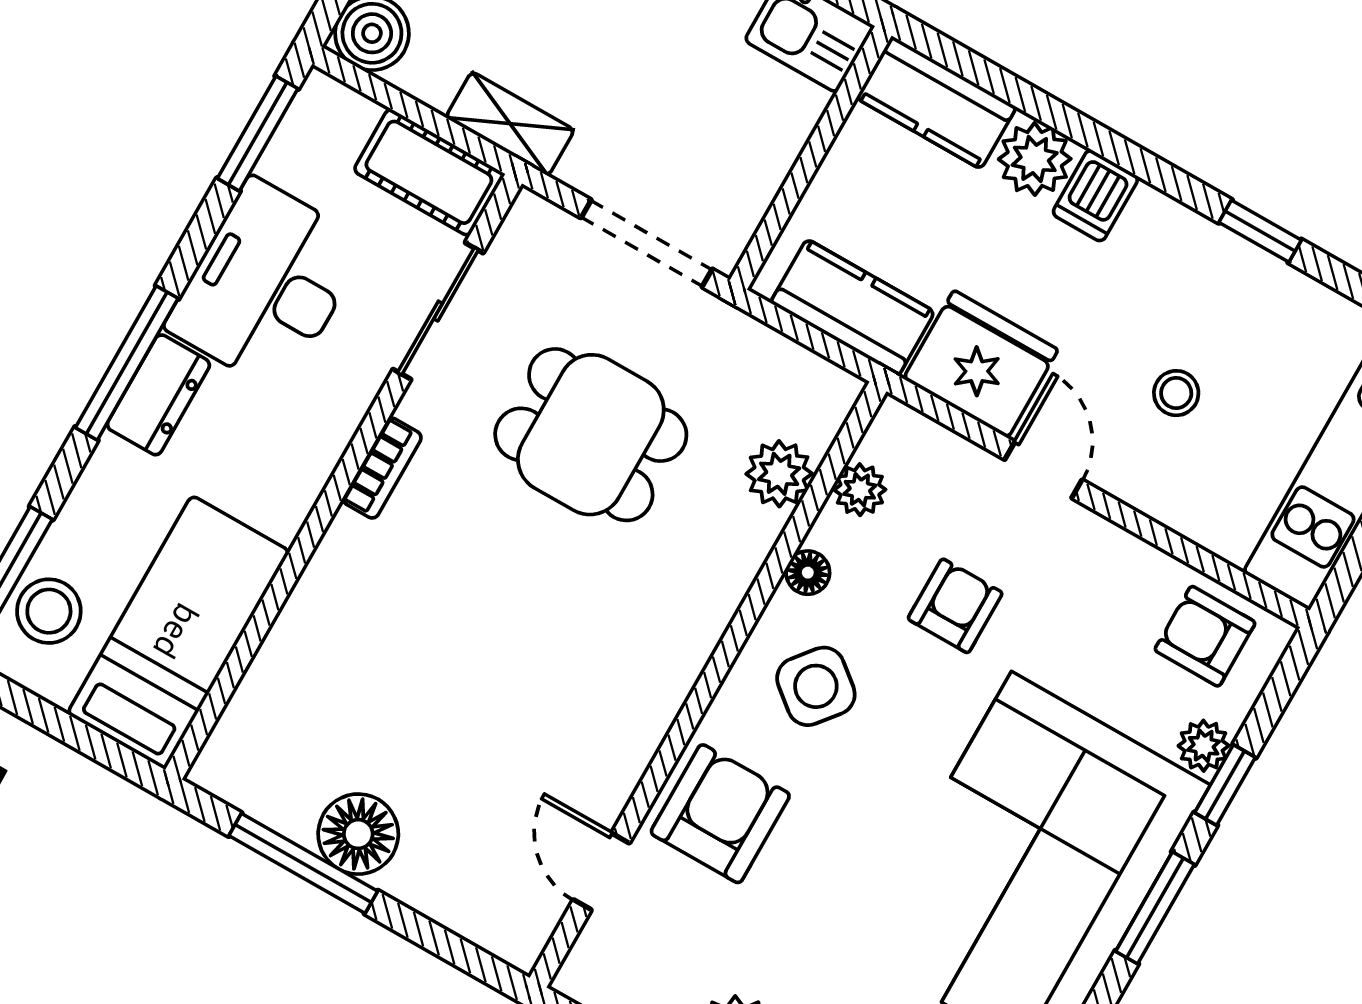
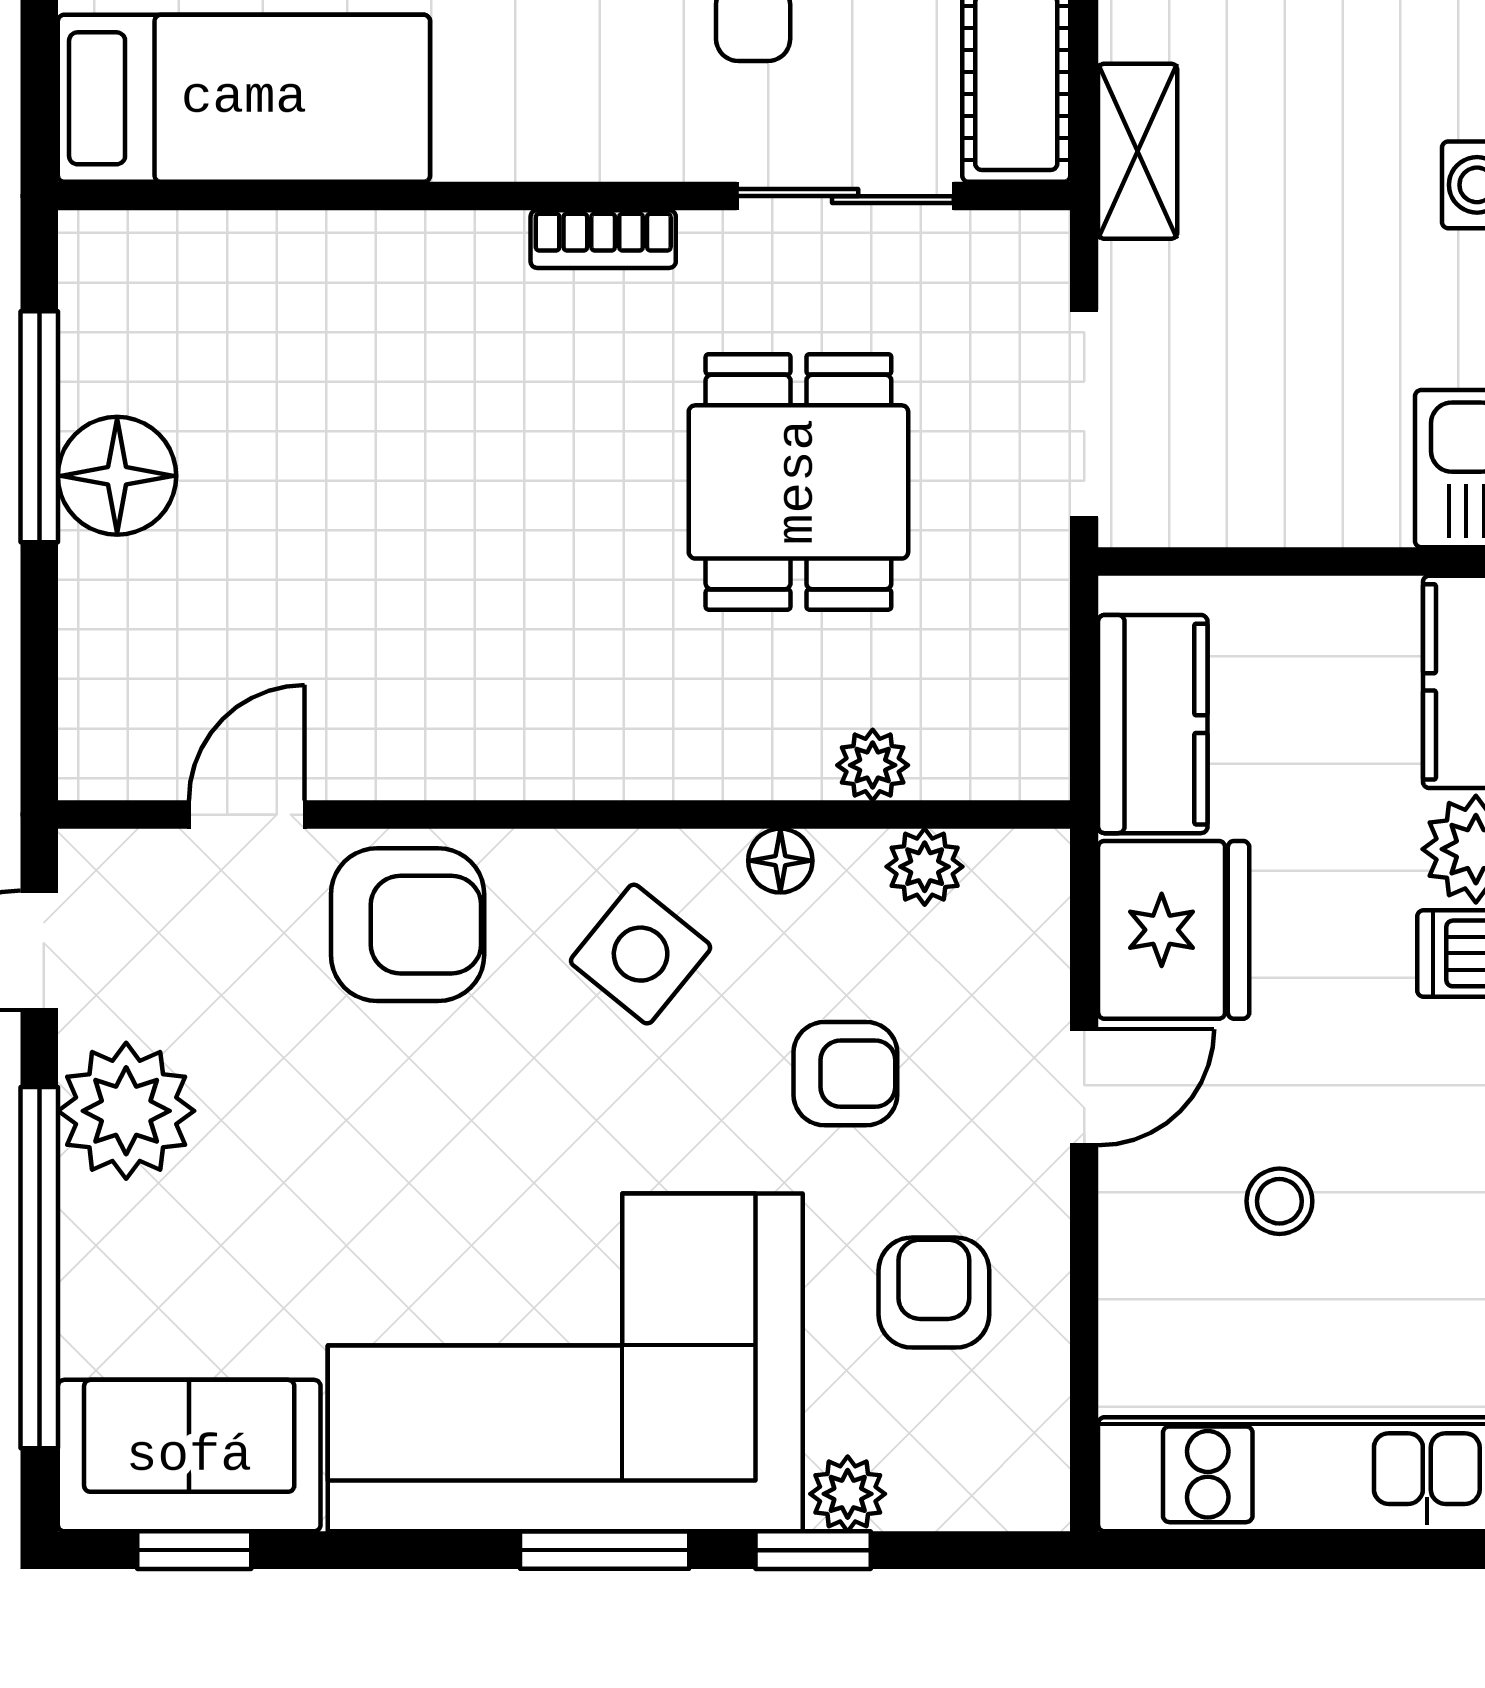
plant: (779, 474) -> (873, 765), width x0.73, depth x0.73
armchair: (1205, 636) -> (934, 1293), moved

